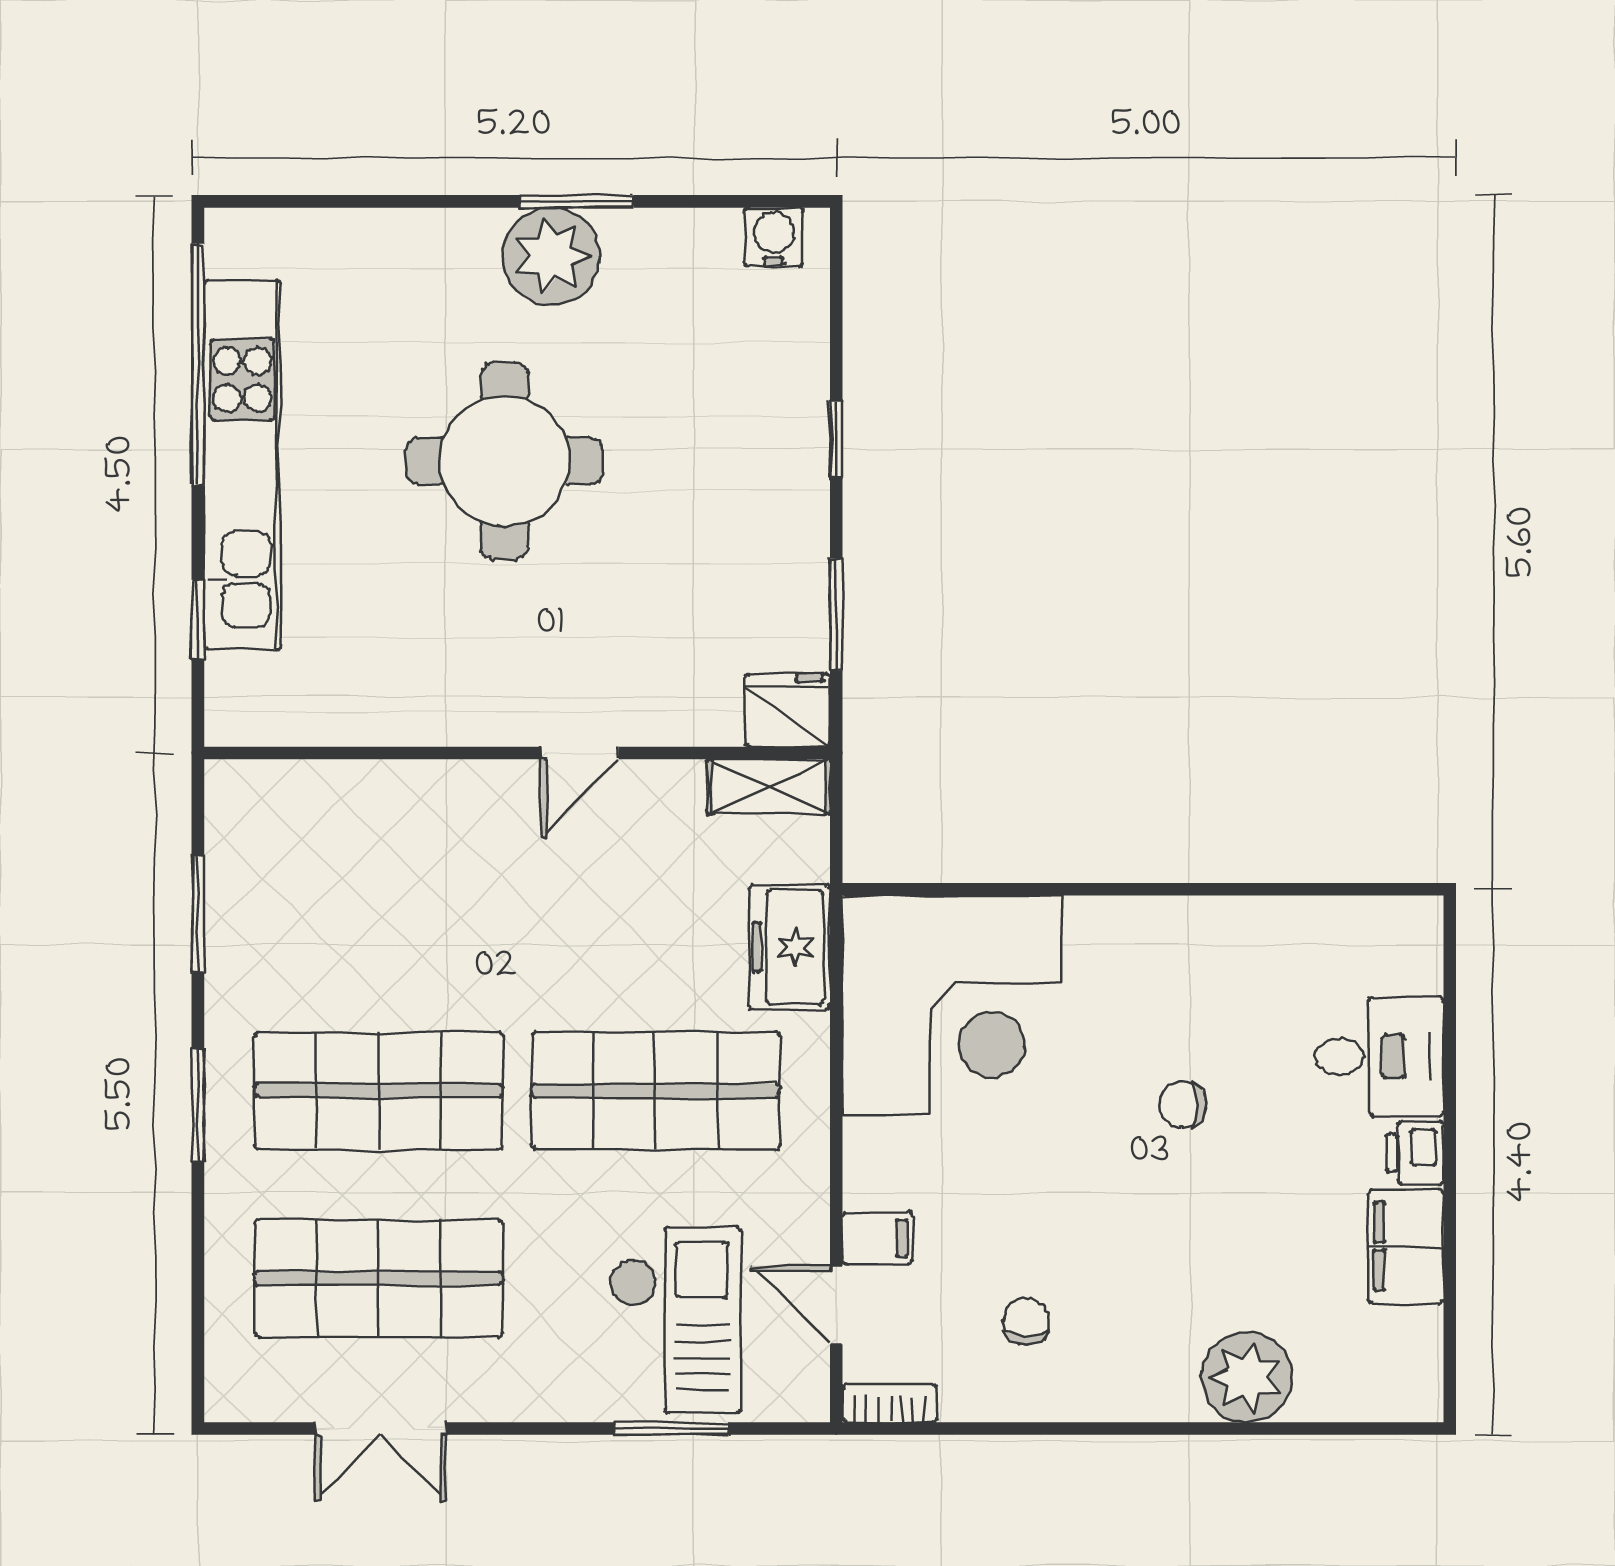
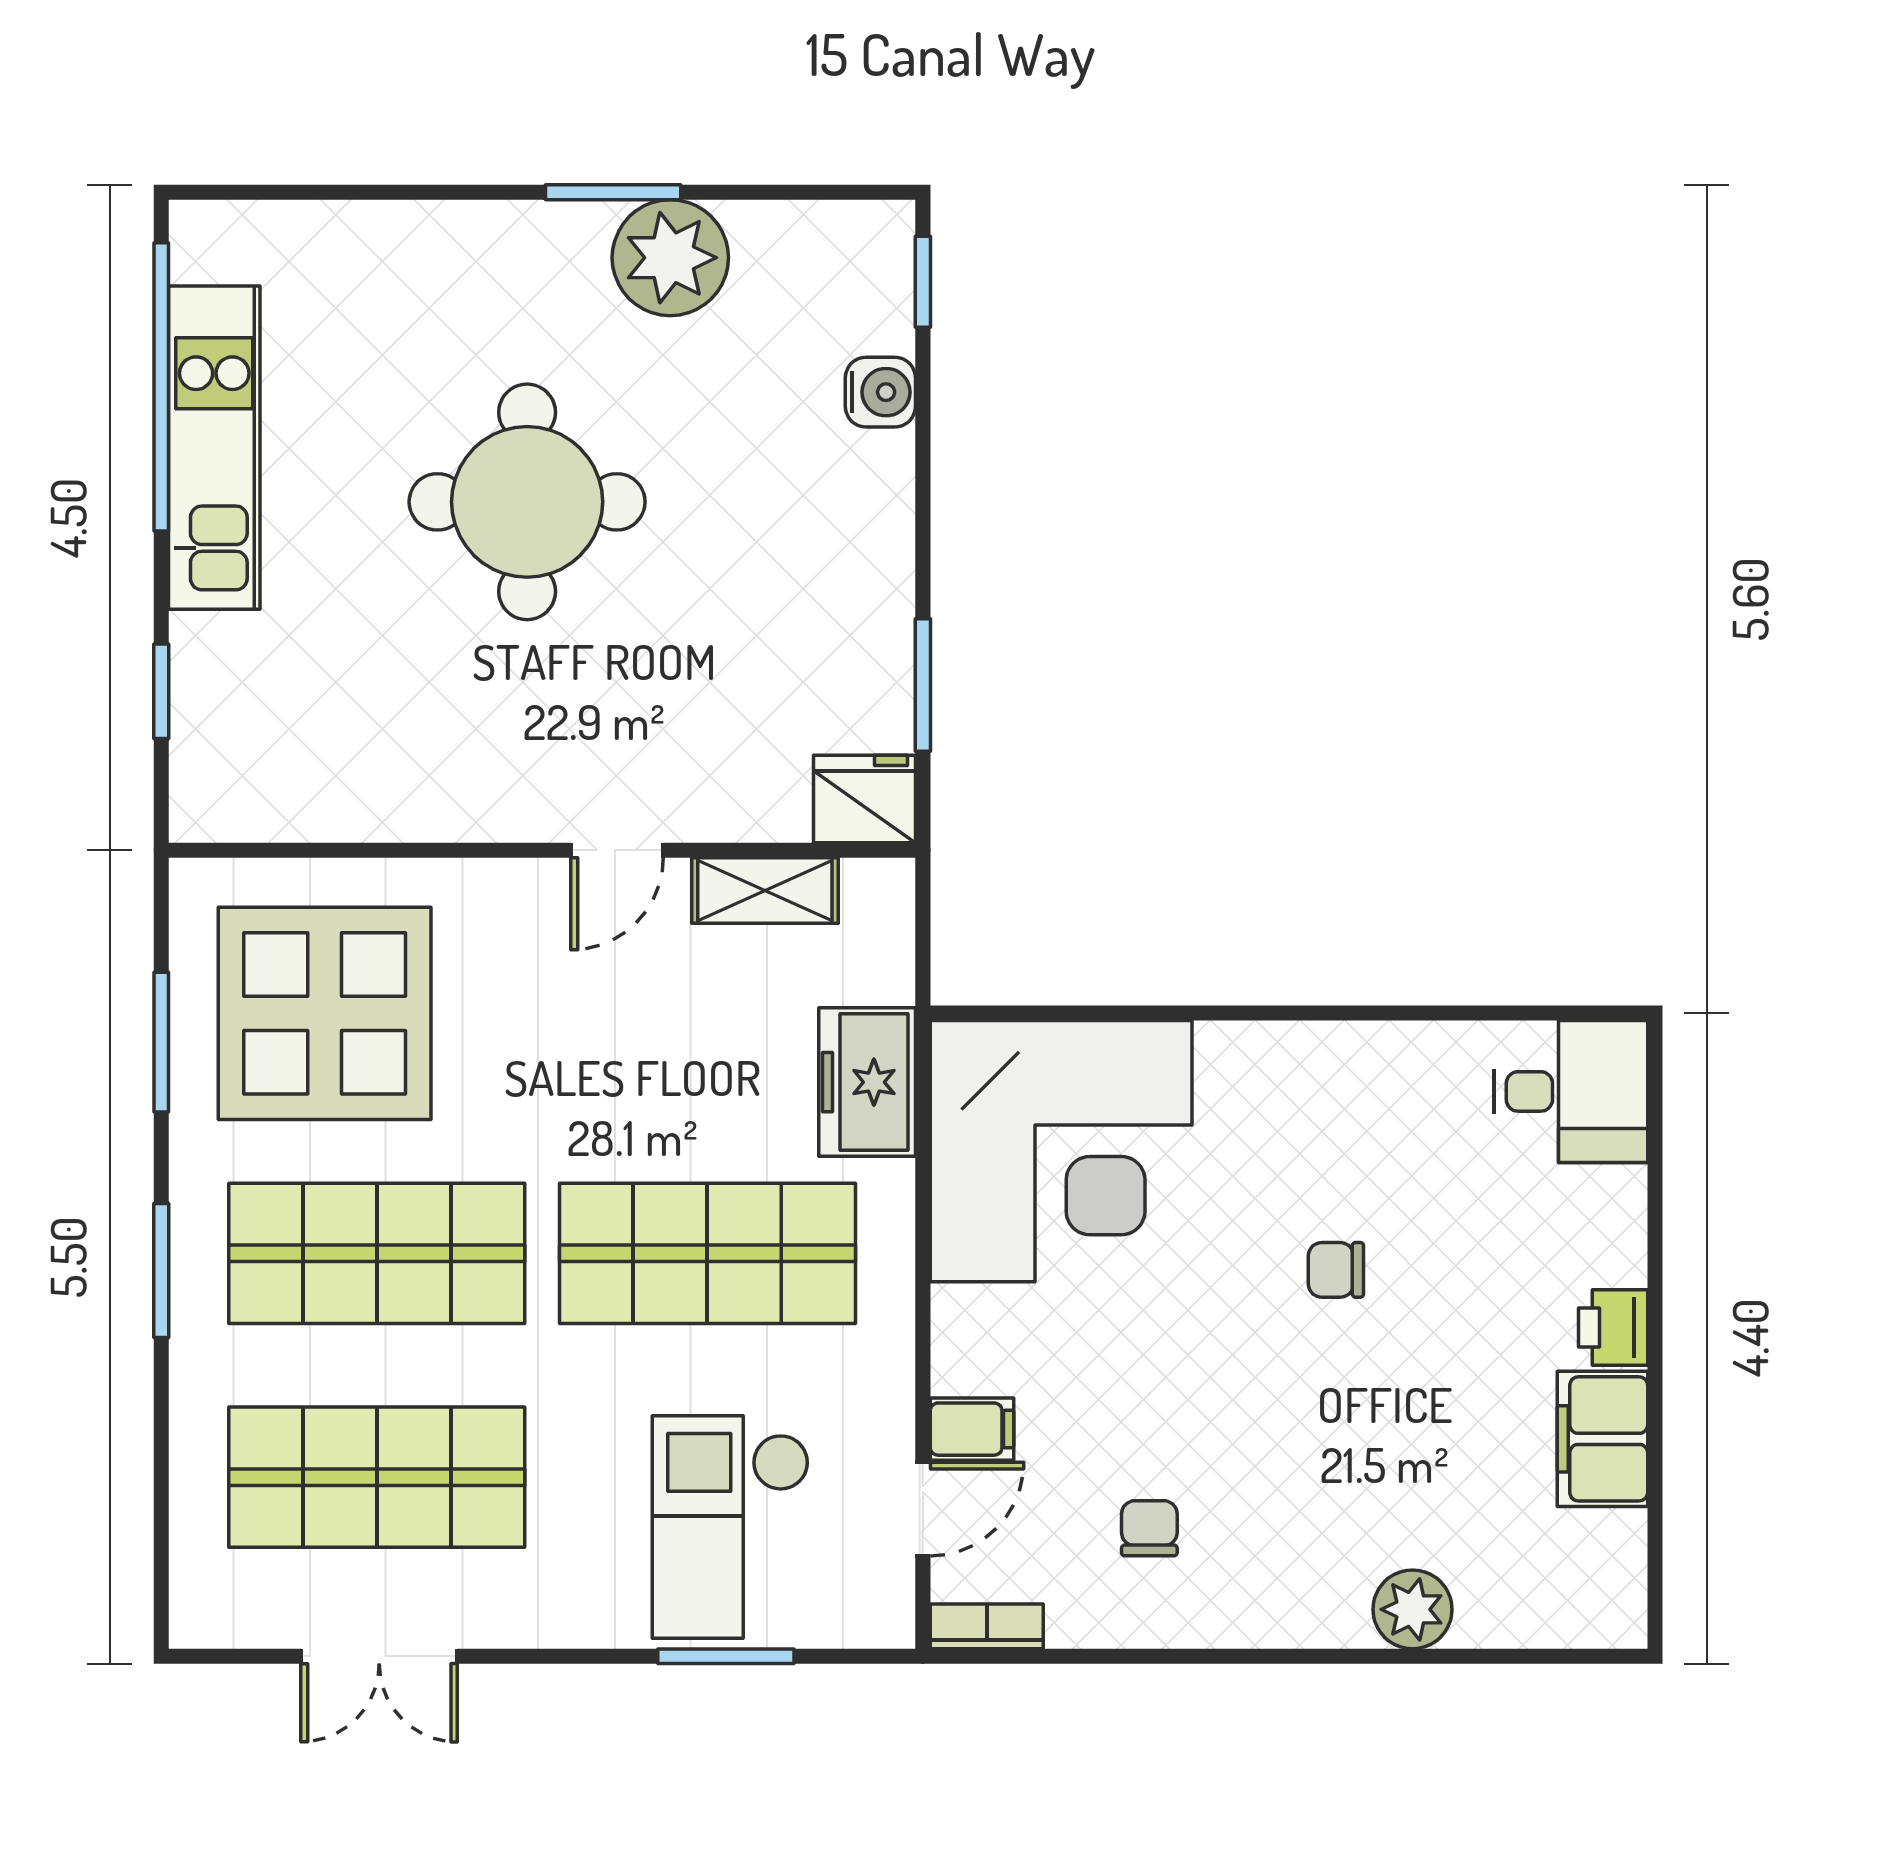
water cooler: (774, 237) -> (880, 392), moved, turned 90
plant: (551, 256) -> (670, 258), moved
window: (836, 439) -> (923, 282), moved
kitchen unit: (242, 465) -> (214, 448), width x0.73
shelving: (769, 787) -> (765, 891), moved
display table: (335, 890) -> (325, 1013), added
desk: (1379, 1057) -> (1571, 1091), moved
door: (836, 1305) -> (923, 1509), swing flipped
checkout: (675, 1320) -> (731, 1527), turned 180
plant: (1247, 1377) -> (1412, 1609), width x0.73, depth x0.73

